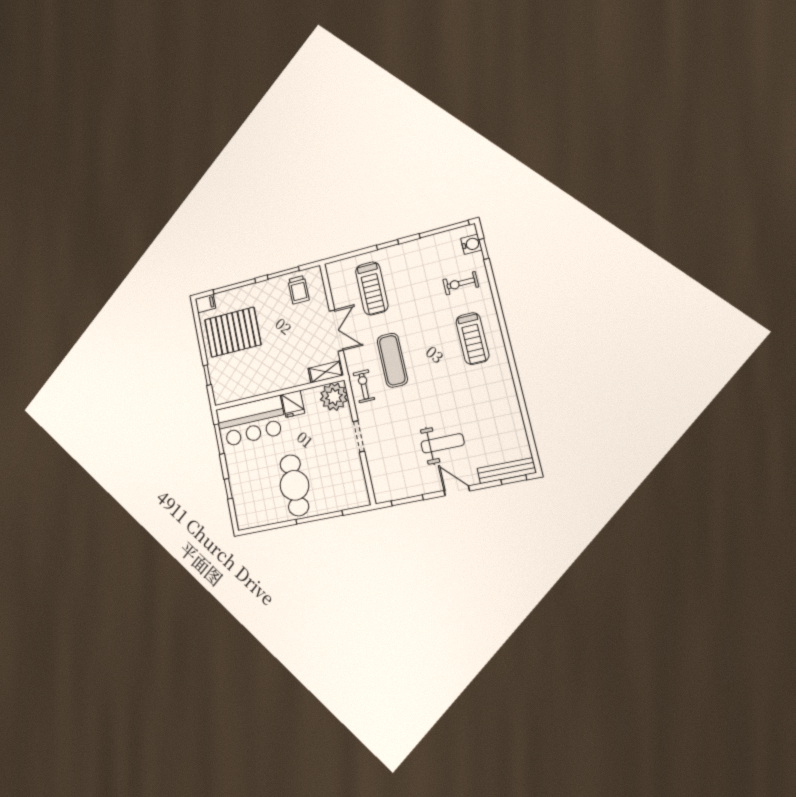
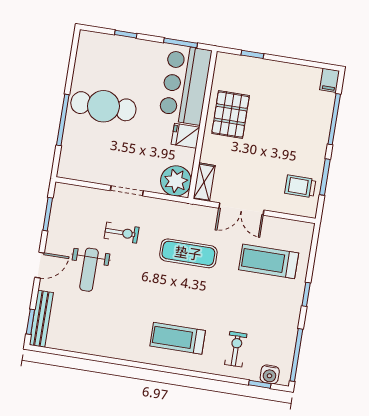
pallet: (233, 332) -> (231, 115), moved, width x0.73, depth x0.71
exercise bike: (364, 386) -> (122, 233), moved

